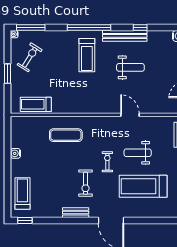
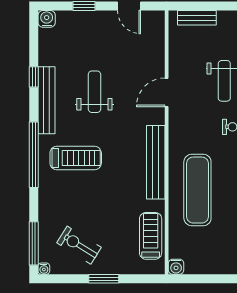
treadmill: (36, 104) -> (151, 236), turned 180
bench: (84, 108) -> (156, 162), added
exercise mat: (66, 135) -> (197, 190), width x1.36, depth x1.45
water cooler: (15, 153) -> (176, 267), moved

